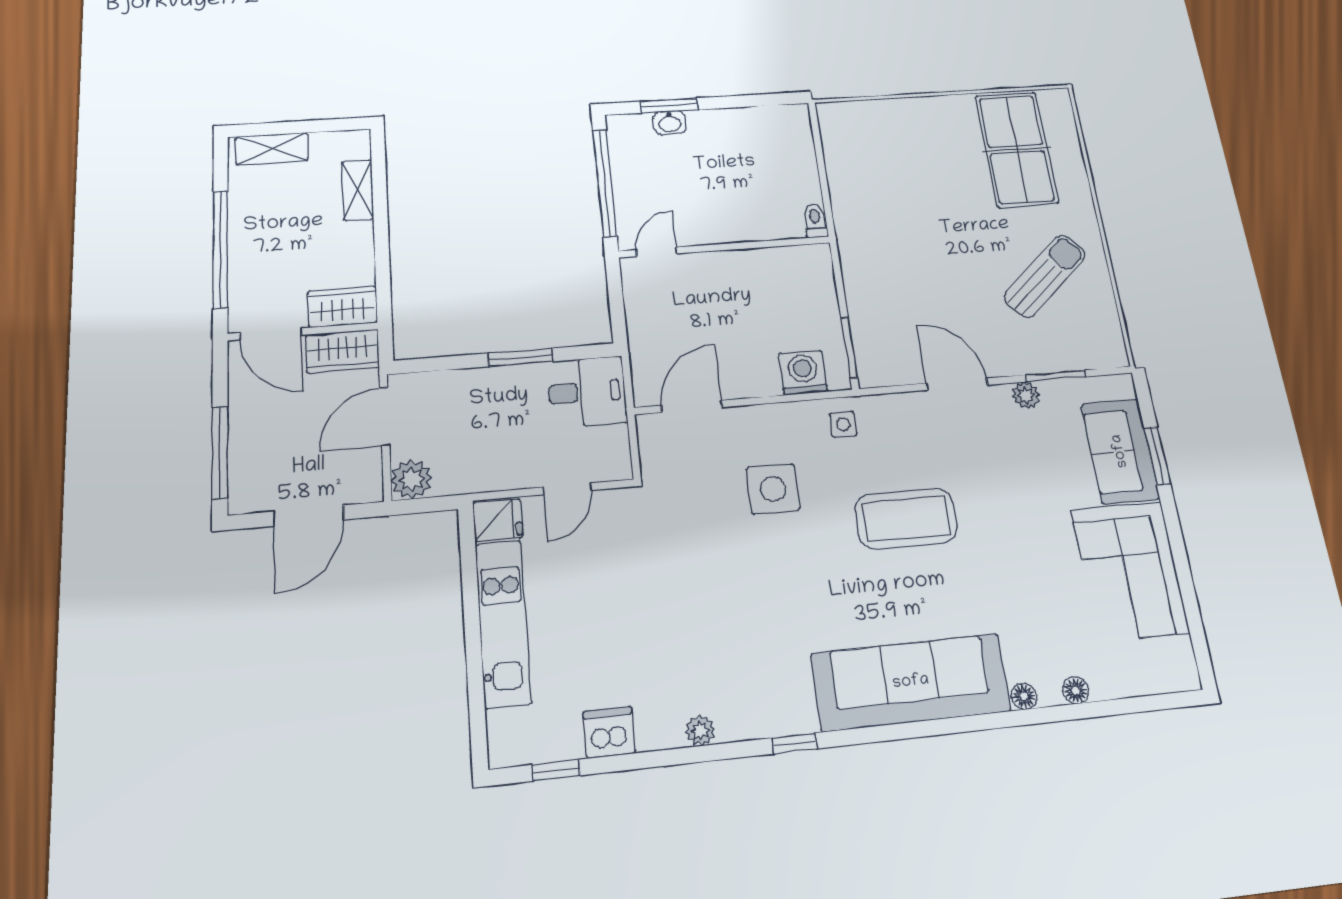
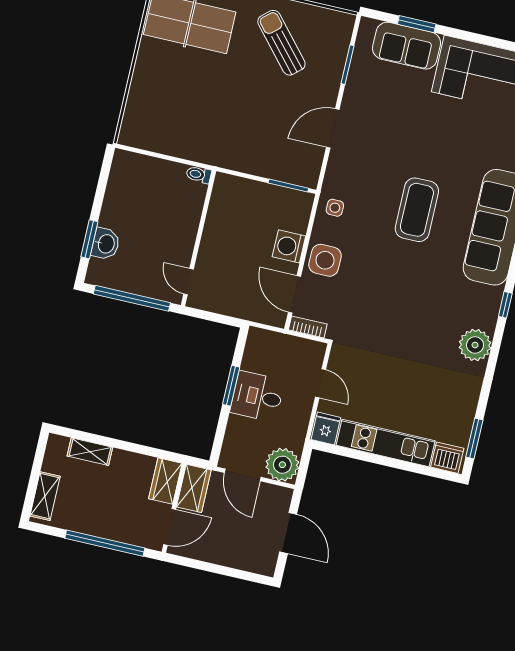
washbasin: (670, 123) -> (106, 244), width x1.38, depth x1.45
washing machine: (803, 373) -> (289, 246), moved
desk: (587, 392) -> (257, 396), moved, turned -90
plant: (1026, 395) -> (353, 89), removed
bookcase: (649, 442) -> (308, 327), added
window: (220, 452) -> (234, 573), removed
plant: (412, 479) -> (282, 465), width x1.36, depth x1.36
side table: (773, 489) -> (325, 260), moved
coffee table: (906, 519) -> (417, 210), moved
plant: (700, 731) -> (475, 345), width x1.87, depth x1.87
dishwasher: (609, 732) -> (447, 458), moved, turned 90
window: (556, 770) -> (474, 439), width x1.50

